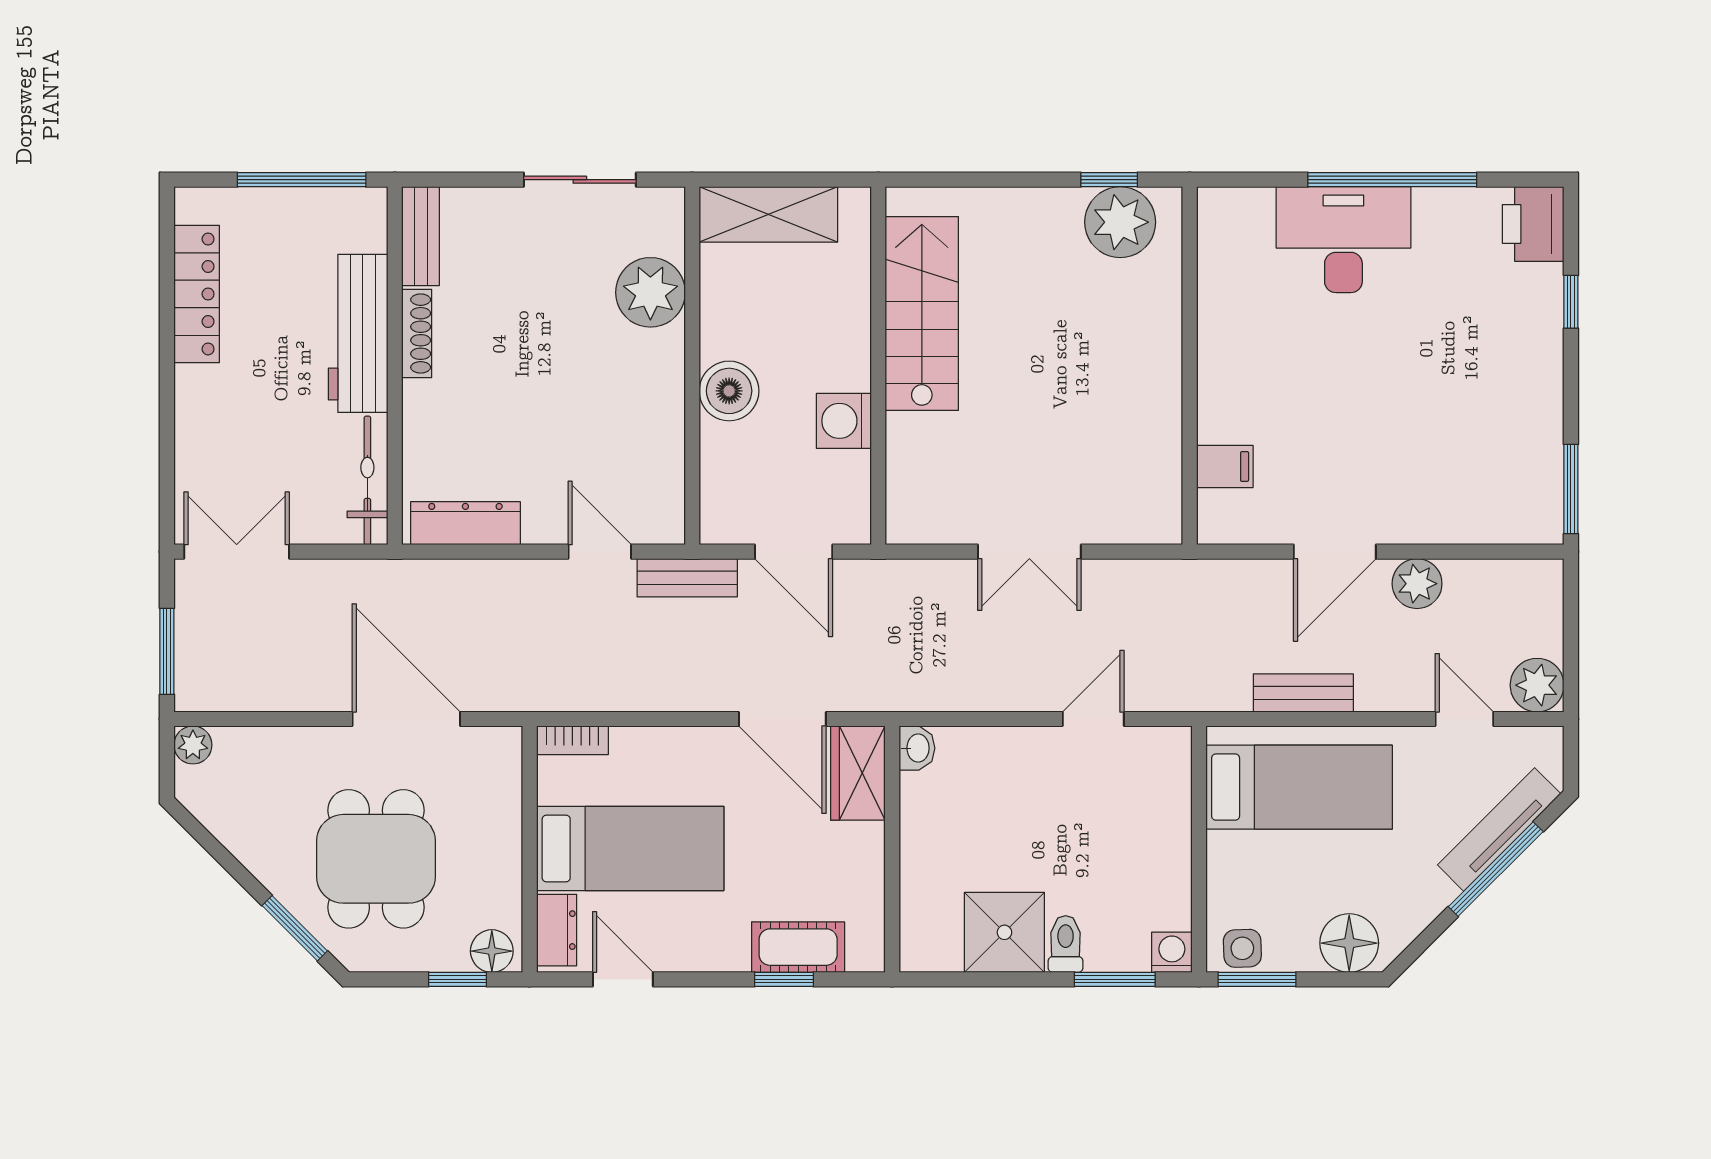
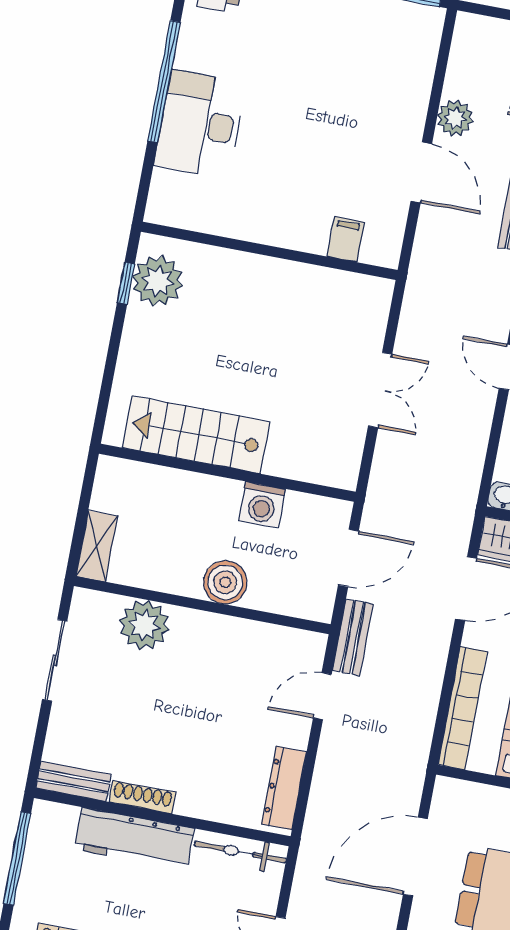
shelving: (768, 214) -> (97, 546), width x0.67, depth x0.75
bookcase: (572, 740) -> (463, 708), width x2.31, depth x1.31

